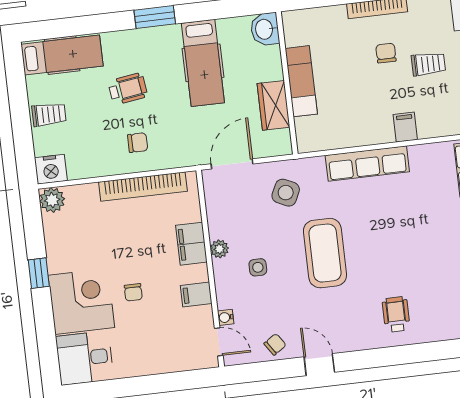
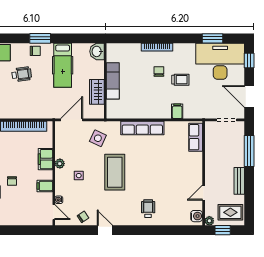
filing cabinet: (405, 127) -> (177, 111), moved
chair: (138, 143) -> (35, 51), moved

